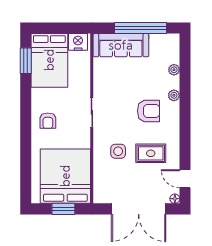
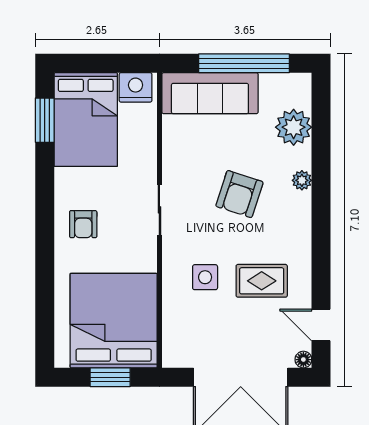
plant: (174, 70) -> (294, 127), width x1.87, depth x1.87
armchair: (149, 111) -> (239, 194), moved, turned 108

